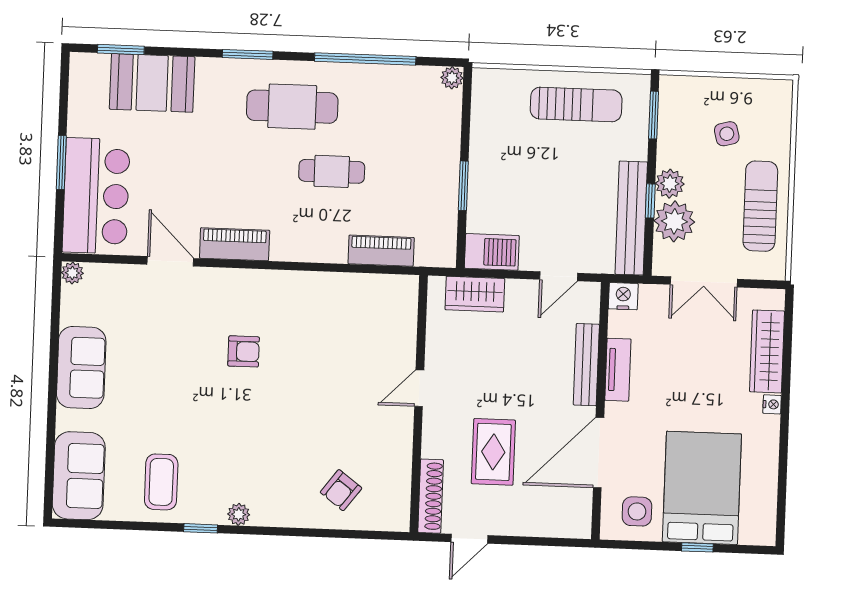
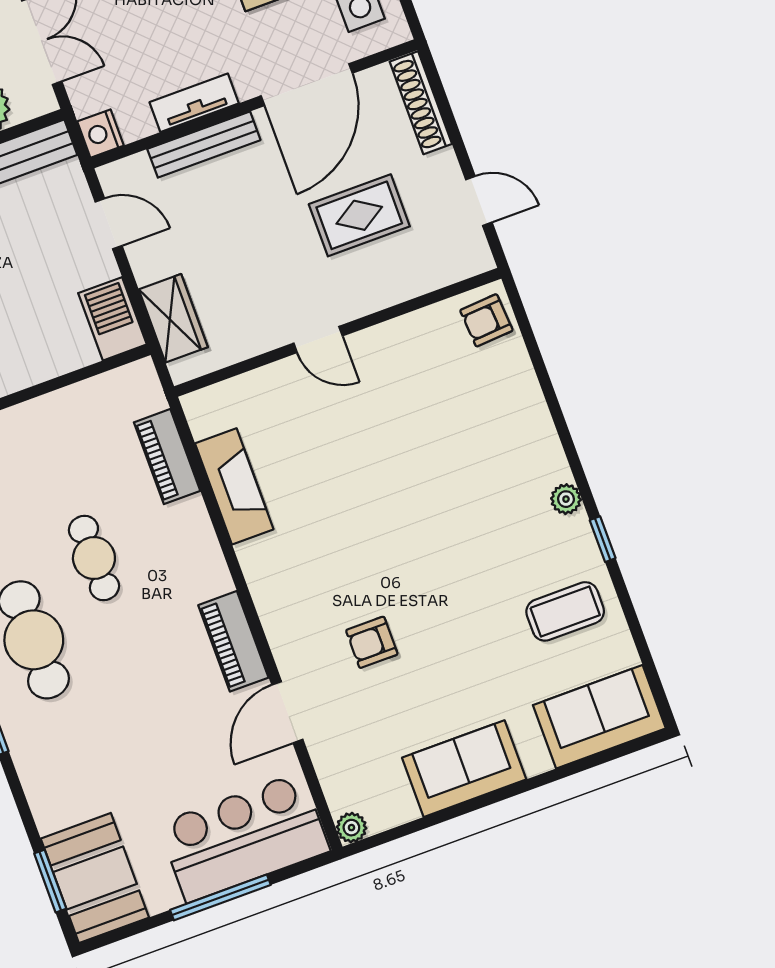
booth: (152, 83) -> (95, 878), moved
window: (61, 163) -> (220, 897), width x1.44
window: (463, 186) -> (45, 388), removed
fireplace: (341, 289) -> (234, 486), added
armchair: (244, 351) -> (372, 642), moved, turned -90
door: (599, 453) -> (307, 85), hinge flipped
armchair: (341, 490) -> (486, 320), moved, turned 139
shoe rack: (431, 496) -> (421, 103), moved, turned -90

